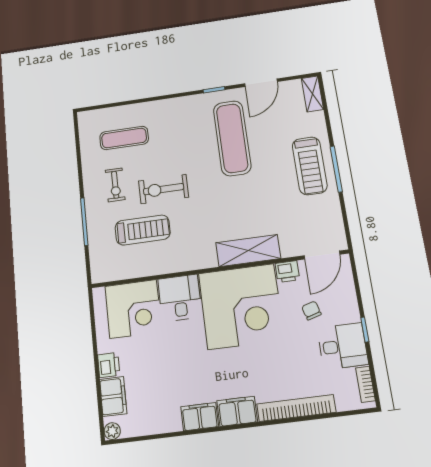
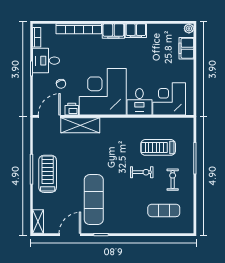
exercise bike: (164, 189) -> (142, 172), width x0.73, depth x0.72
shelving: (248, 251) -> (80, 125), moved
printer: (109, 365) -> (187, 67), removed

